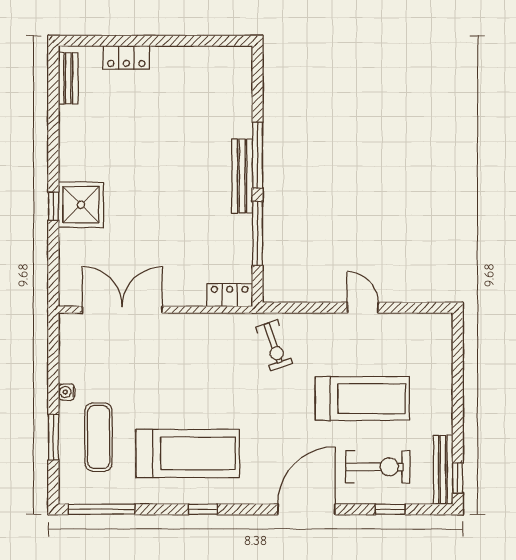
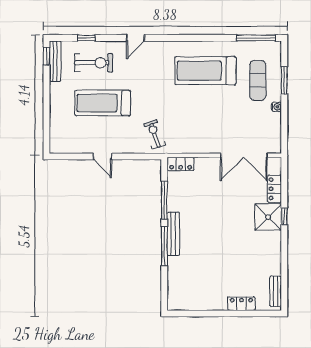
locker: (70, 253) -> (274, 189), added
exercise bike: (378, 467) -> (94, 63), turned 180
window: (203, 509) -> (196, 38), removed
door: (306, 509) -> (136, 38), width x0.53

